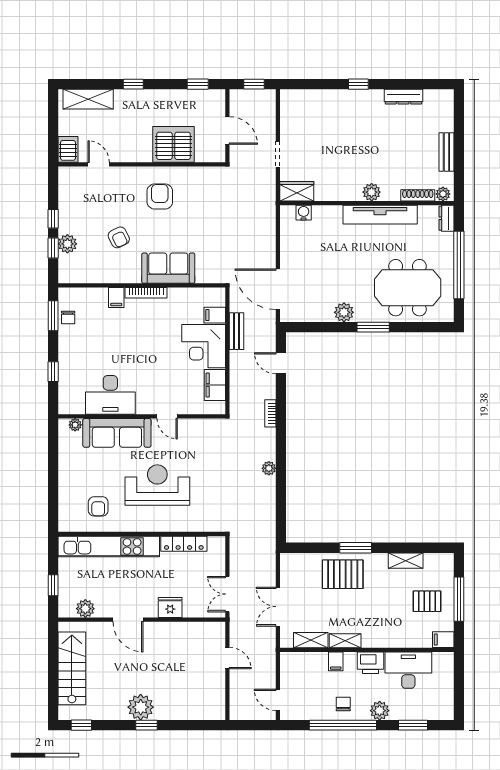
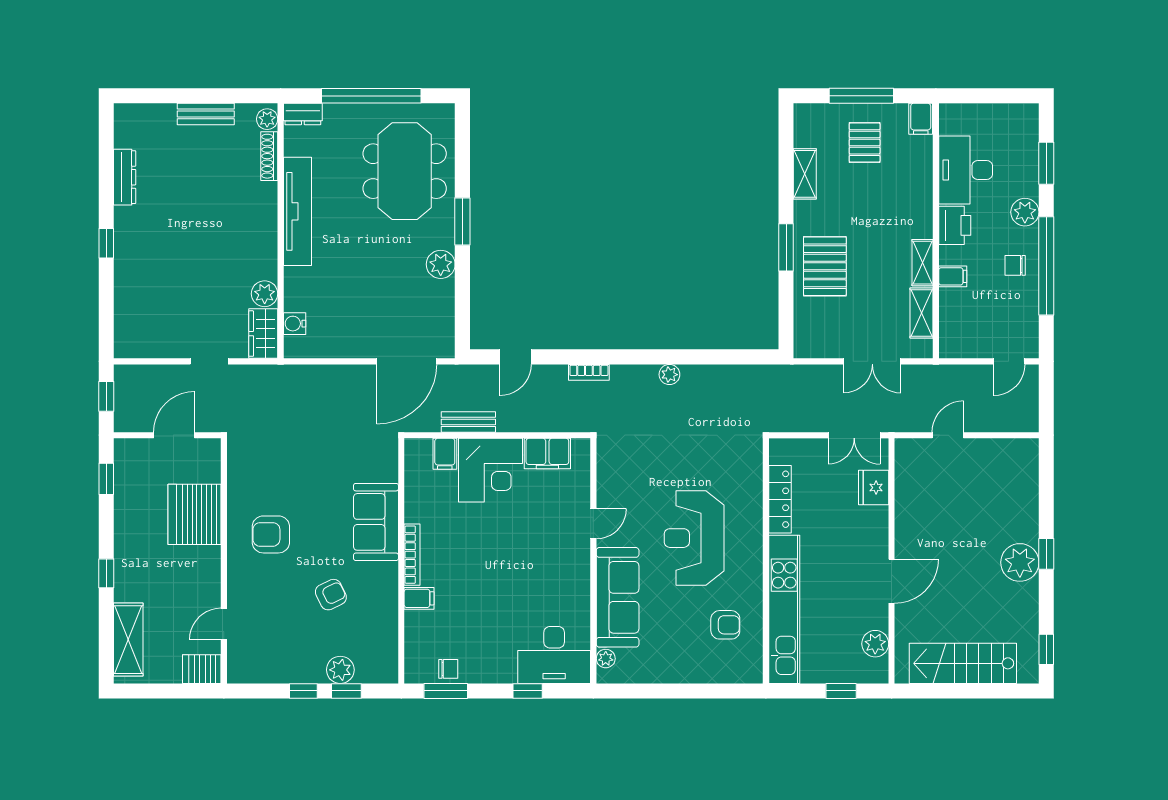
plant: (372, 192) -> (265, 294), moved
desk: (110, 395) -> (554, 655), moved, turned 90
fridge: (170, 607) -> (874, 488), moved

